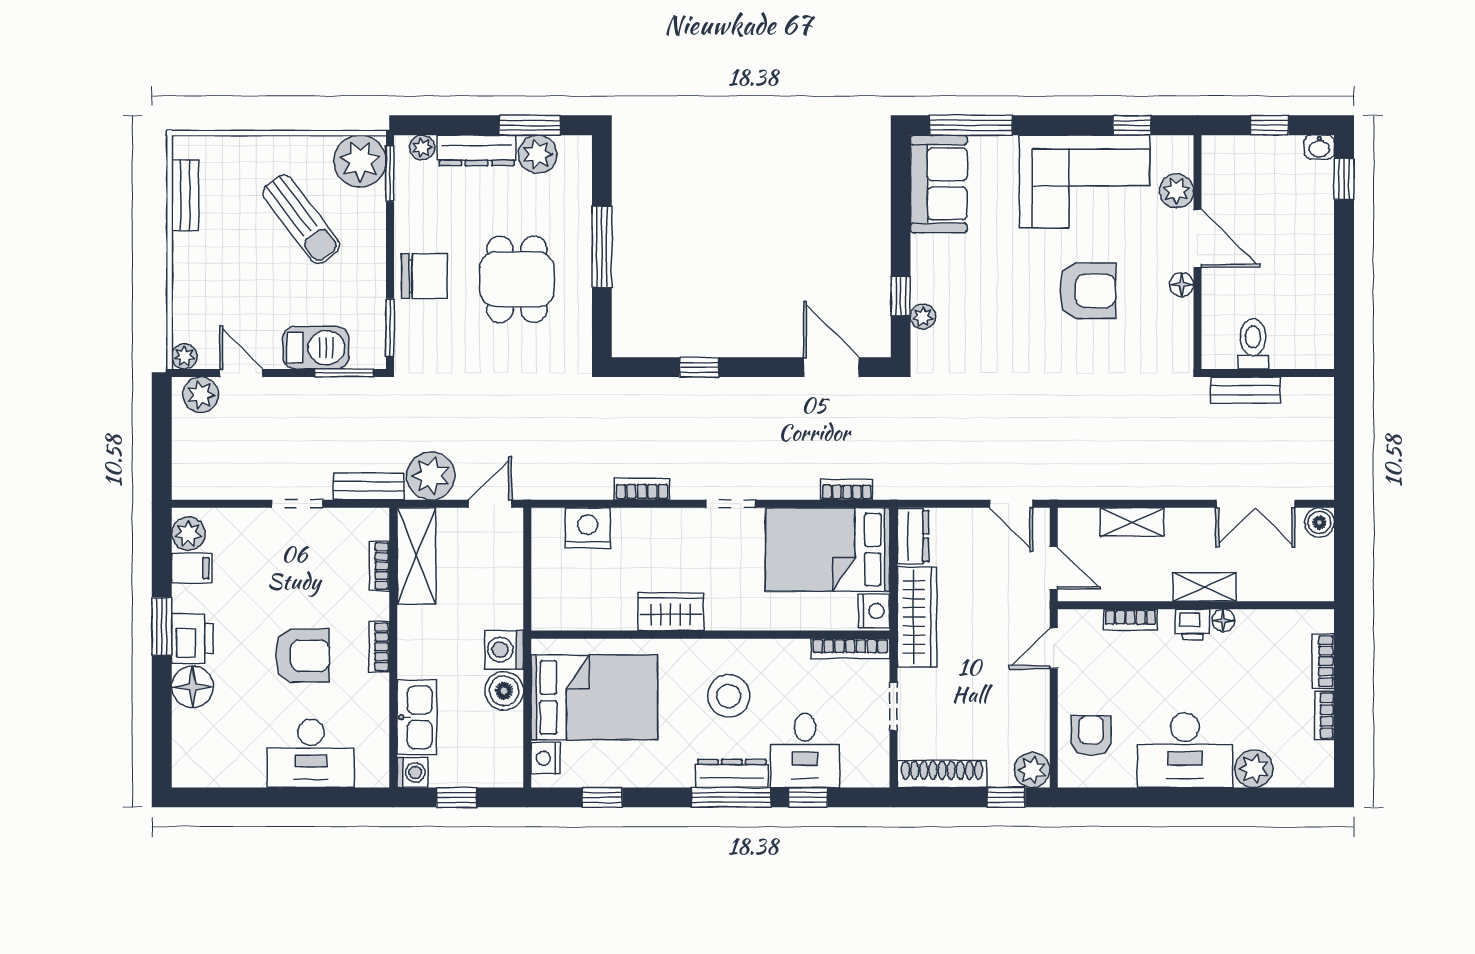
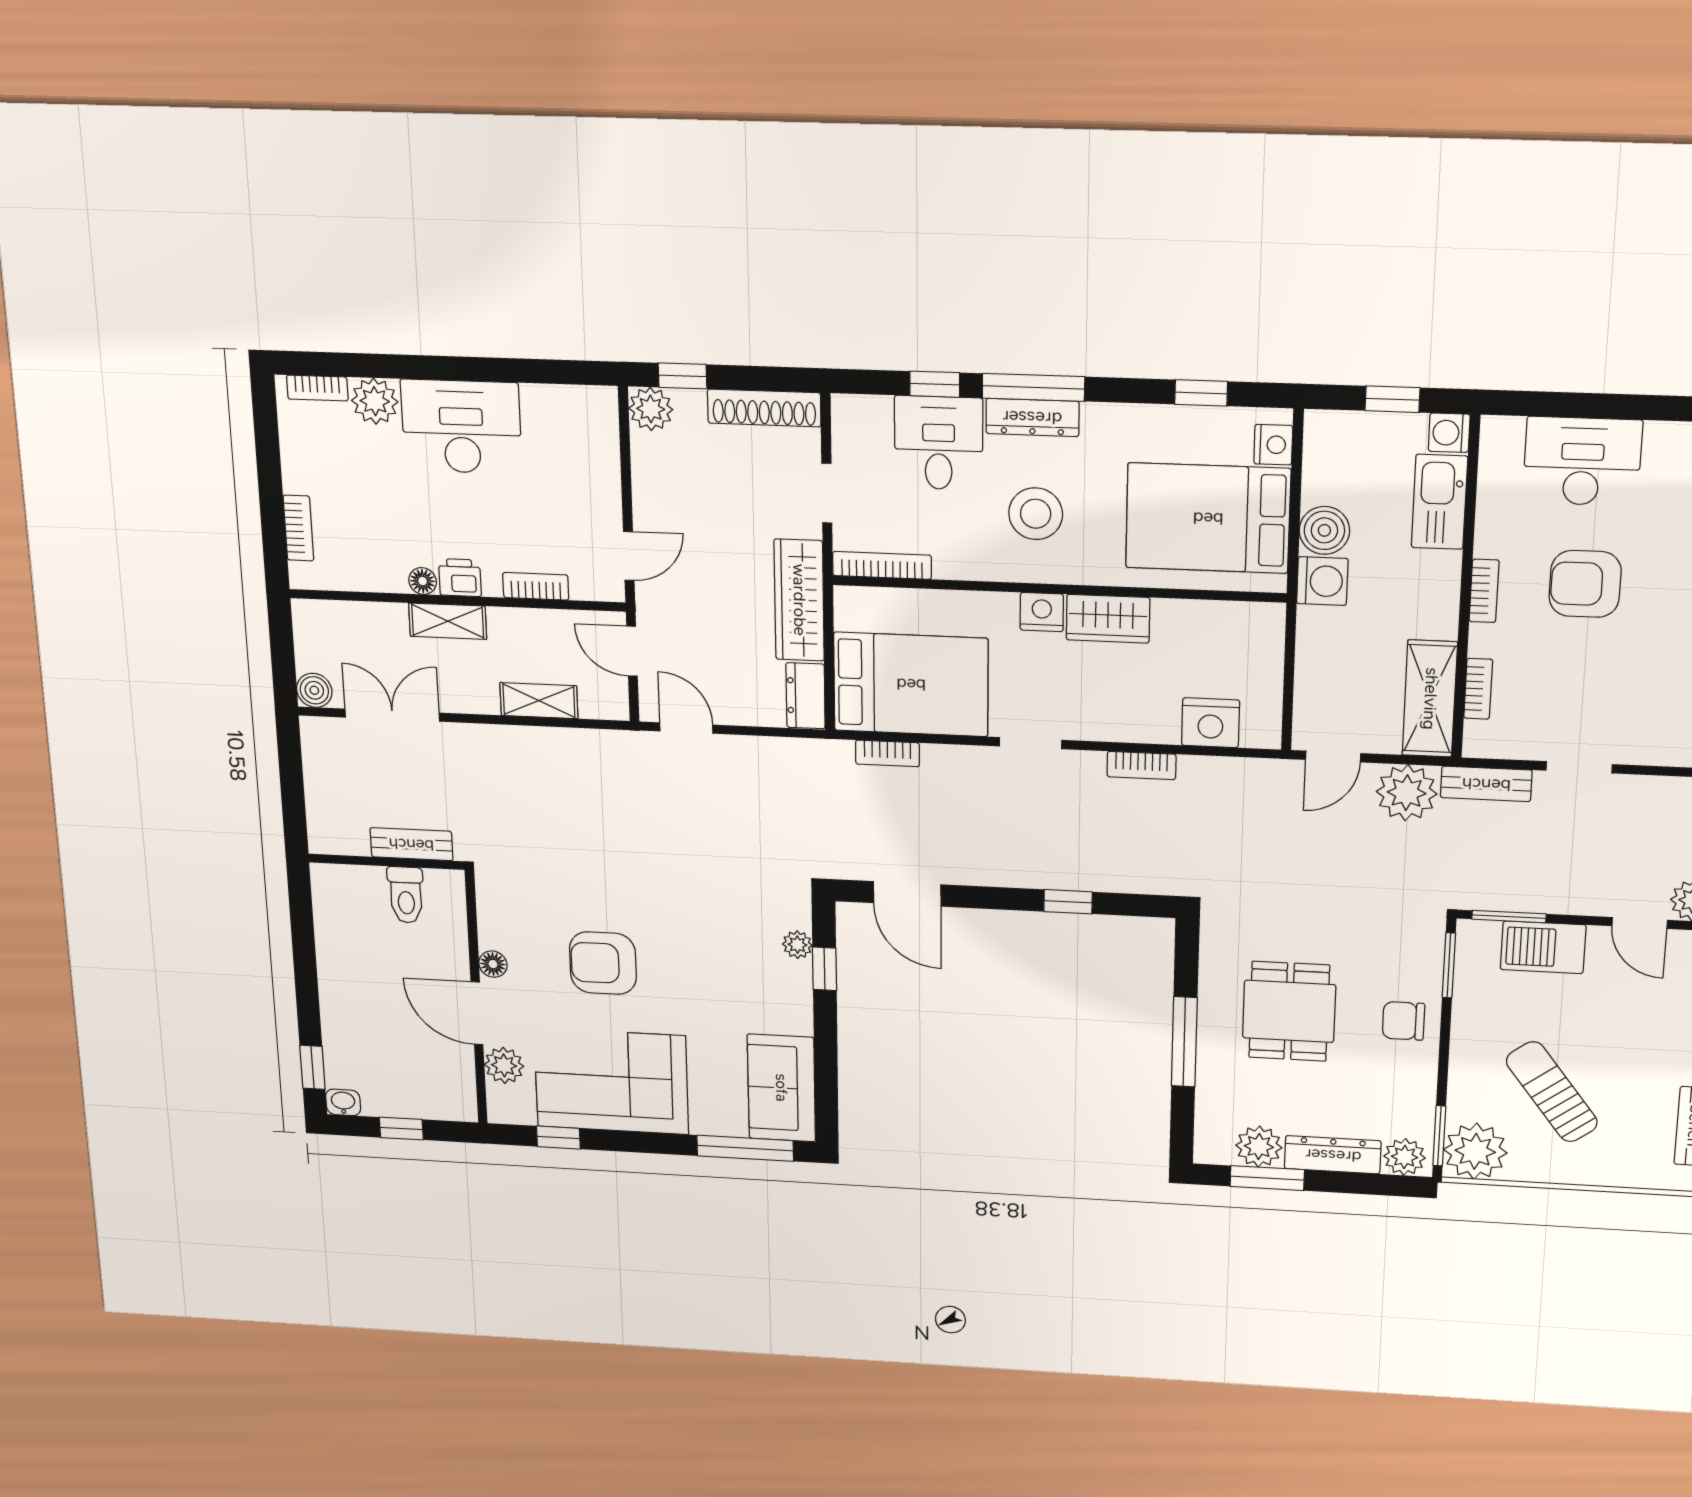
plant: (422, 147) -> (1405, 1157), width x1.38, depth x1.38
chair: (424, 276) -> (1403, 1021), width x0.73, depth x0.73
nightstand: (874, 611) -> (1042, 612), moved, turned 90
bookcase: (1324, 716) -> (317, 388), moved, turned 90
armchair: (1091, 735) -> (579, 449), removed

